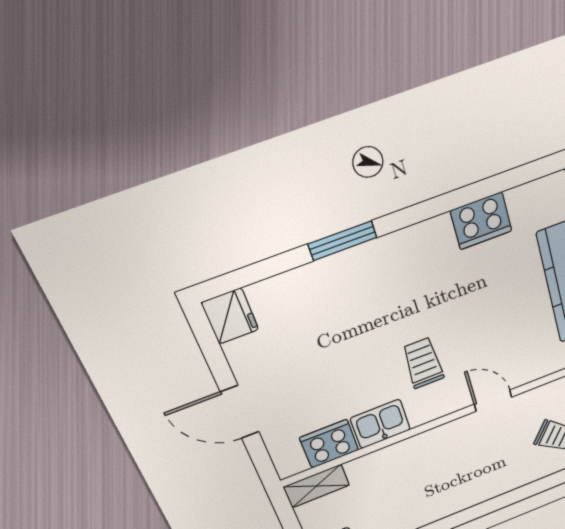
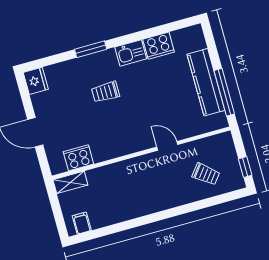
trolley: (423, 363) -> (105, 92), moved, turned -90
kitchen sink: (380, 424) -> (131, 53), moved, turned 180

